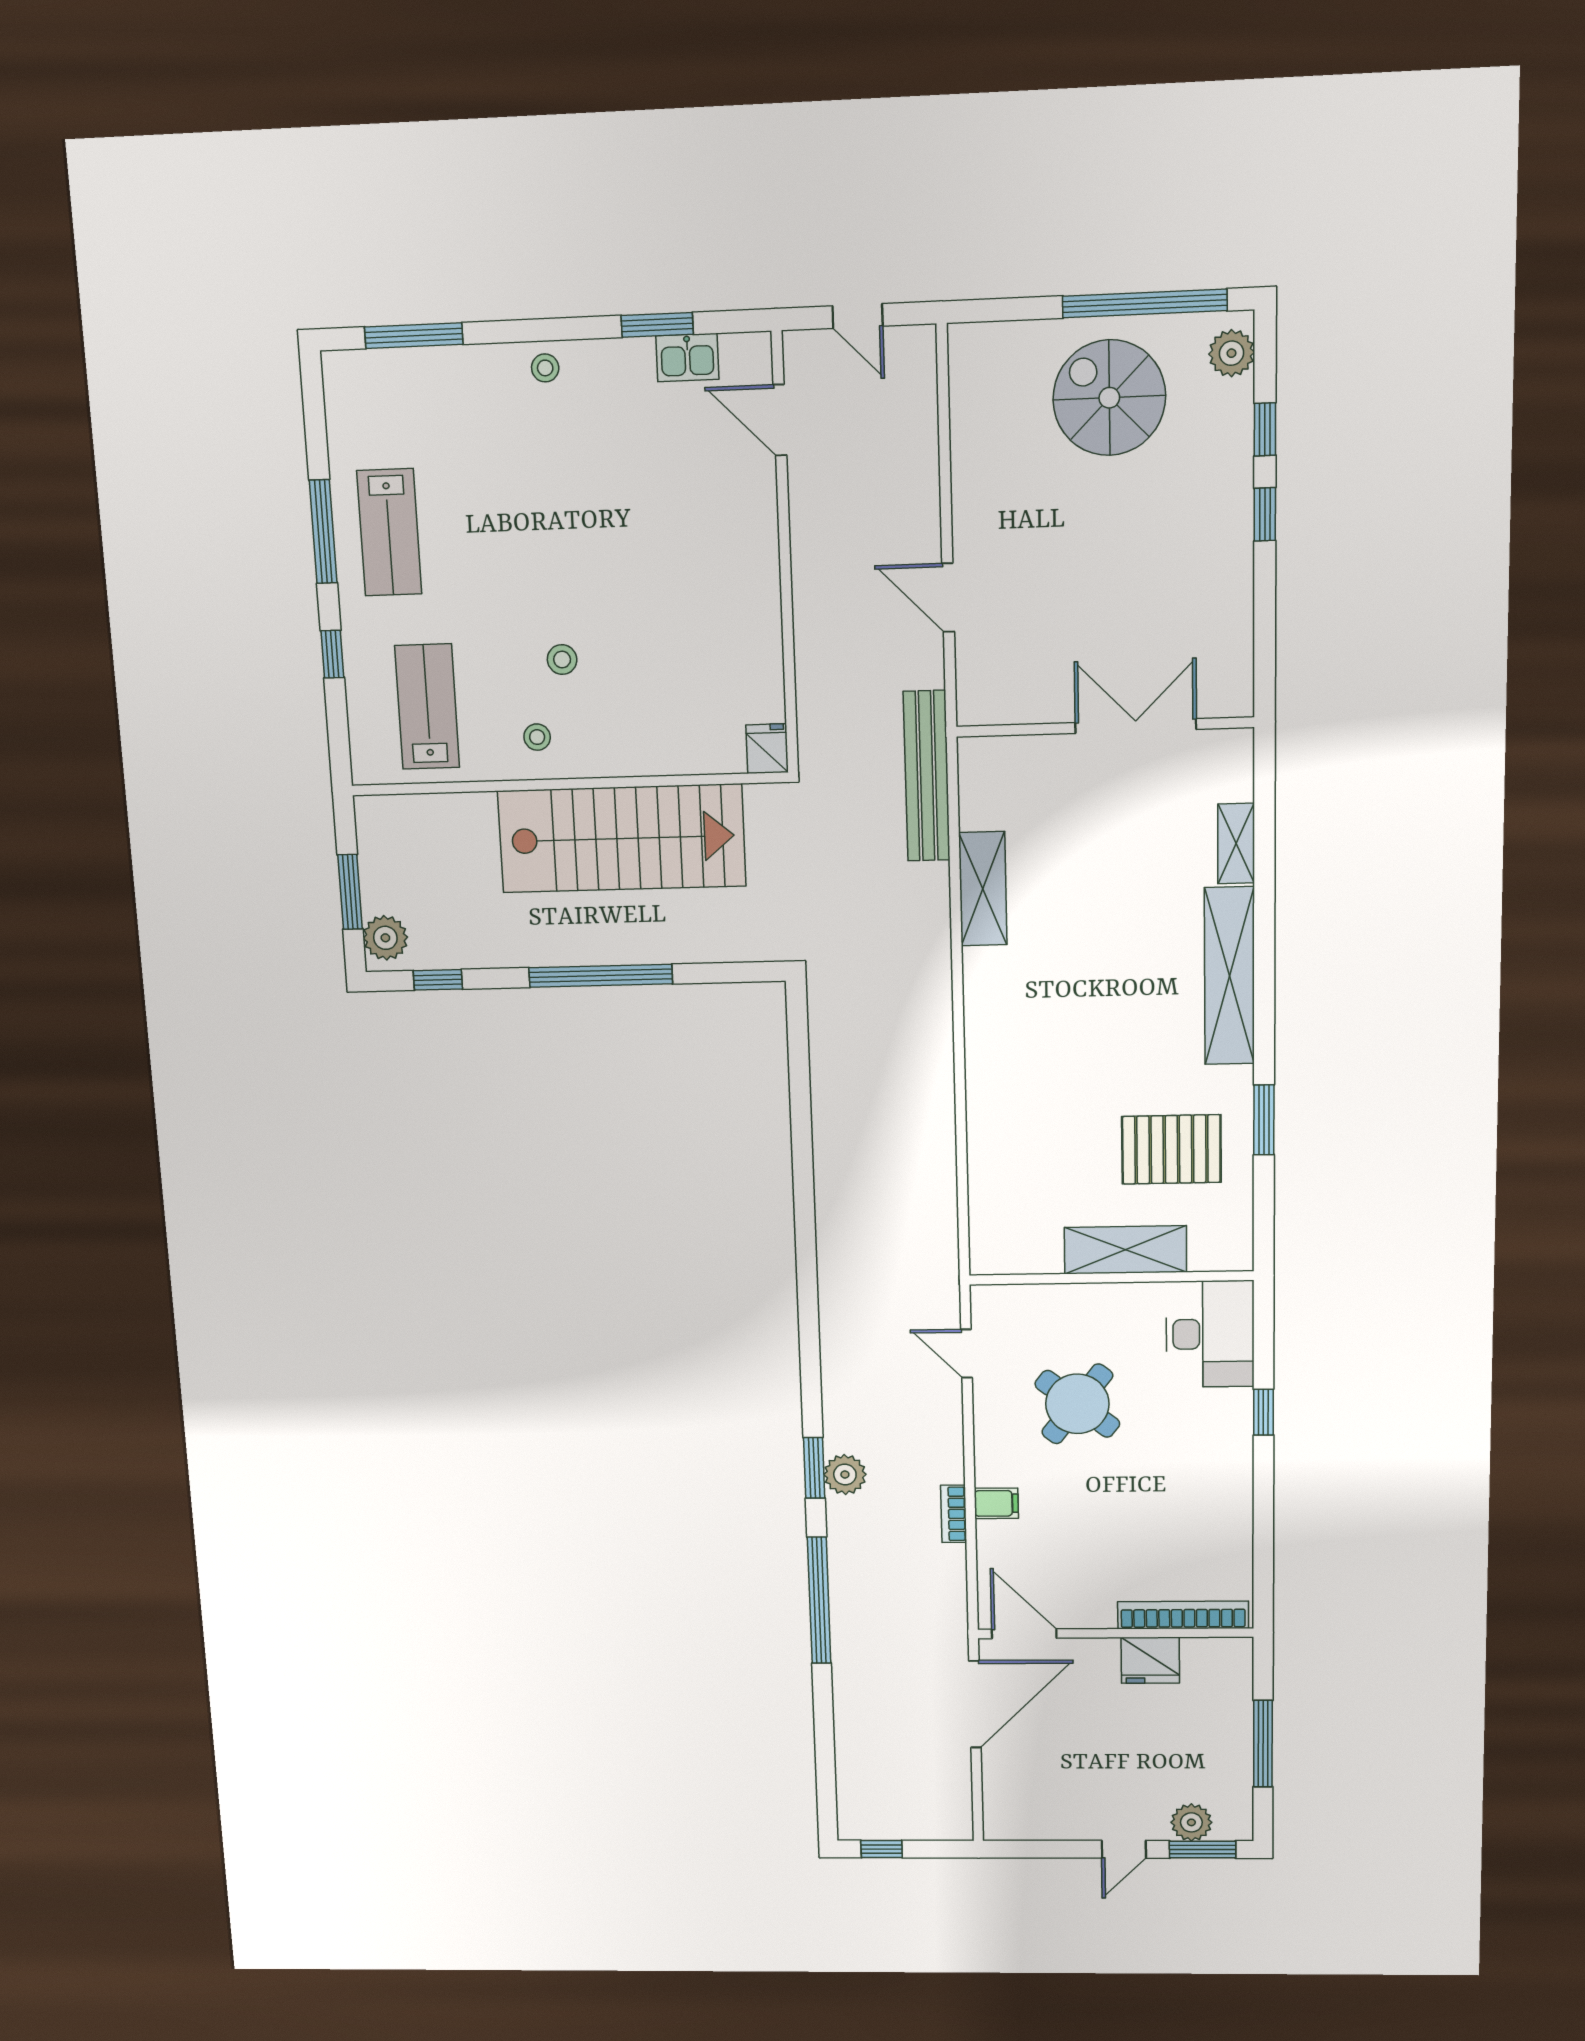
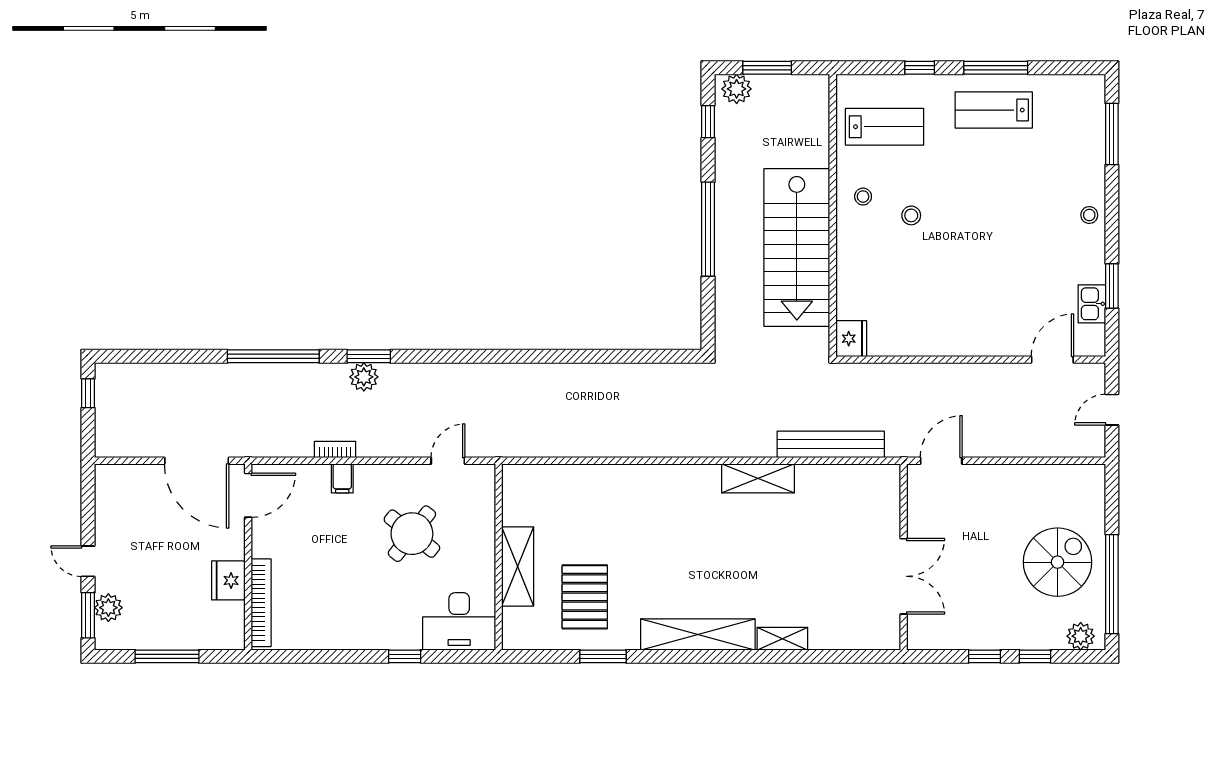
double door: (1136, 726) -> (904, 576), moved
wall: (1105, 727) -> (904, 557), moved
fridge: (767, 749) -> (851, 339), width x1.38

